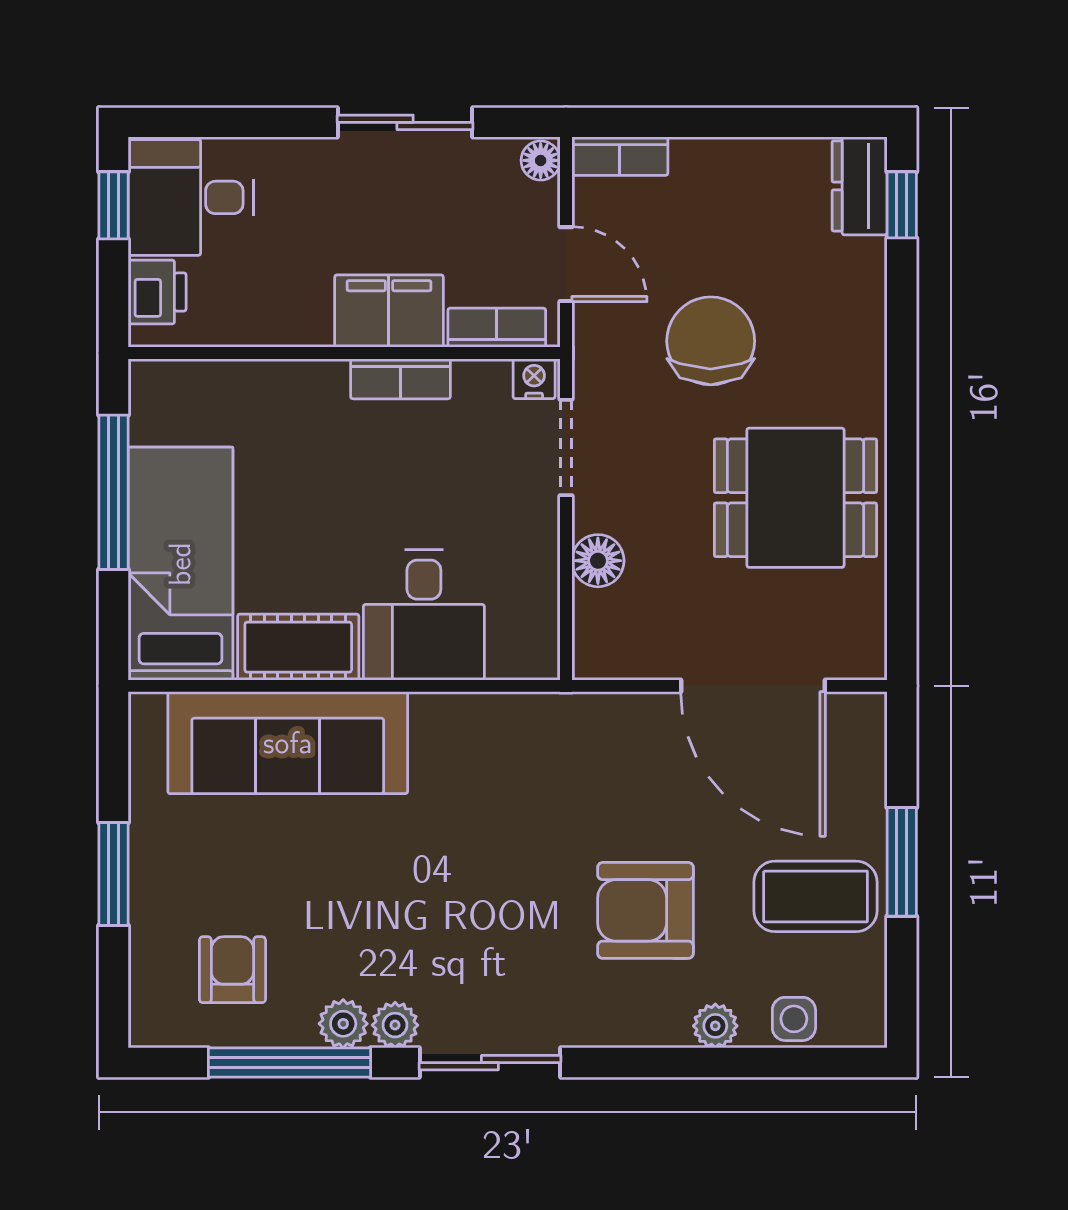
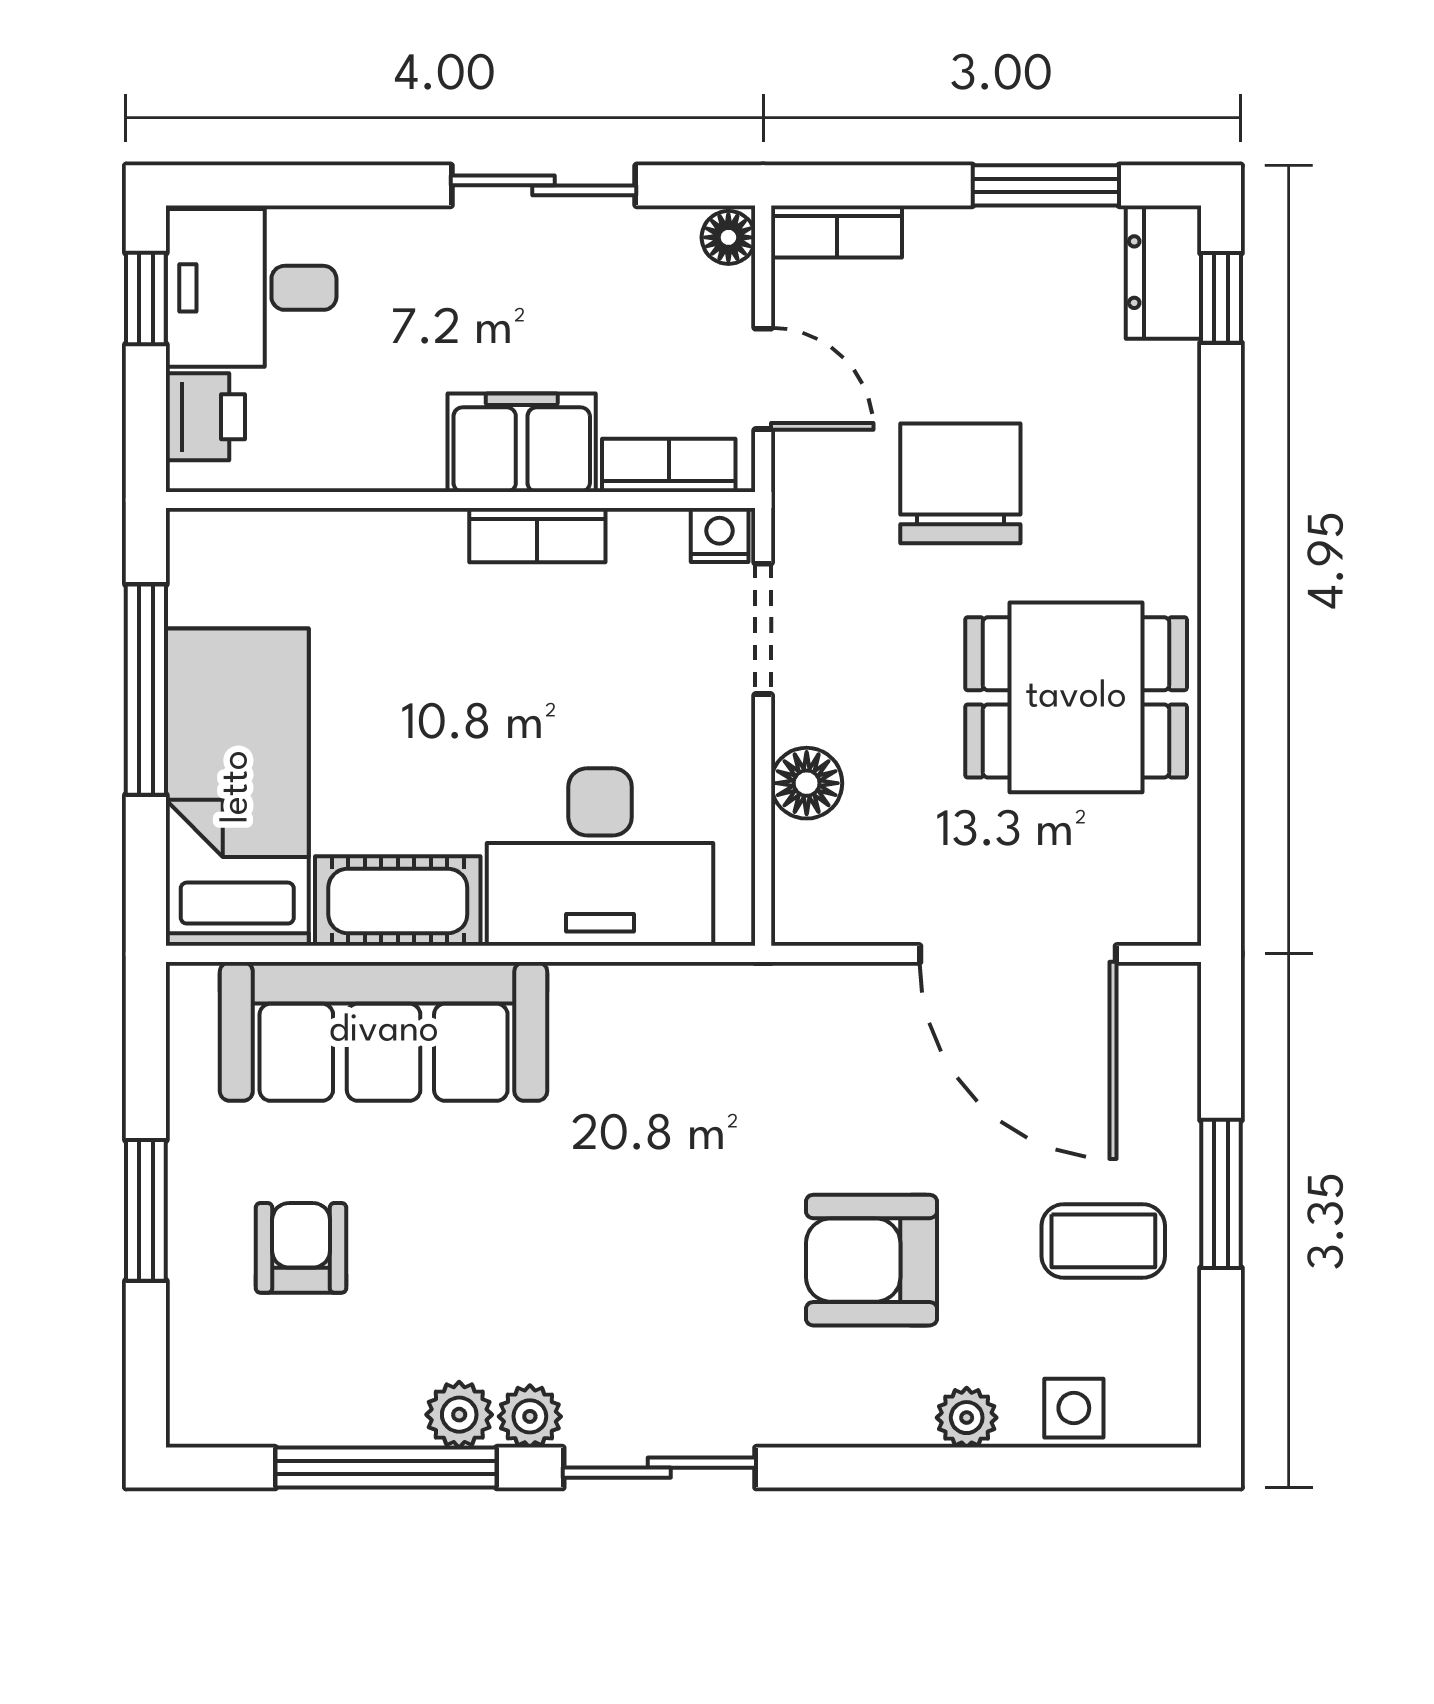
window: (773, 122) -> (1046, 185), added
desk: (424, 615) -> (600, 857), width x1.37
coffee table: (815, 896) -> (1103, 1241), width x0.73, depth x0.77
armchair: (232, 970) -> (301, 1248), moved

